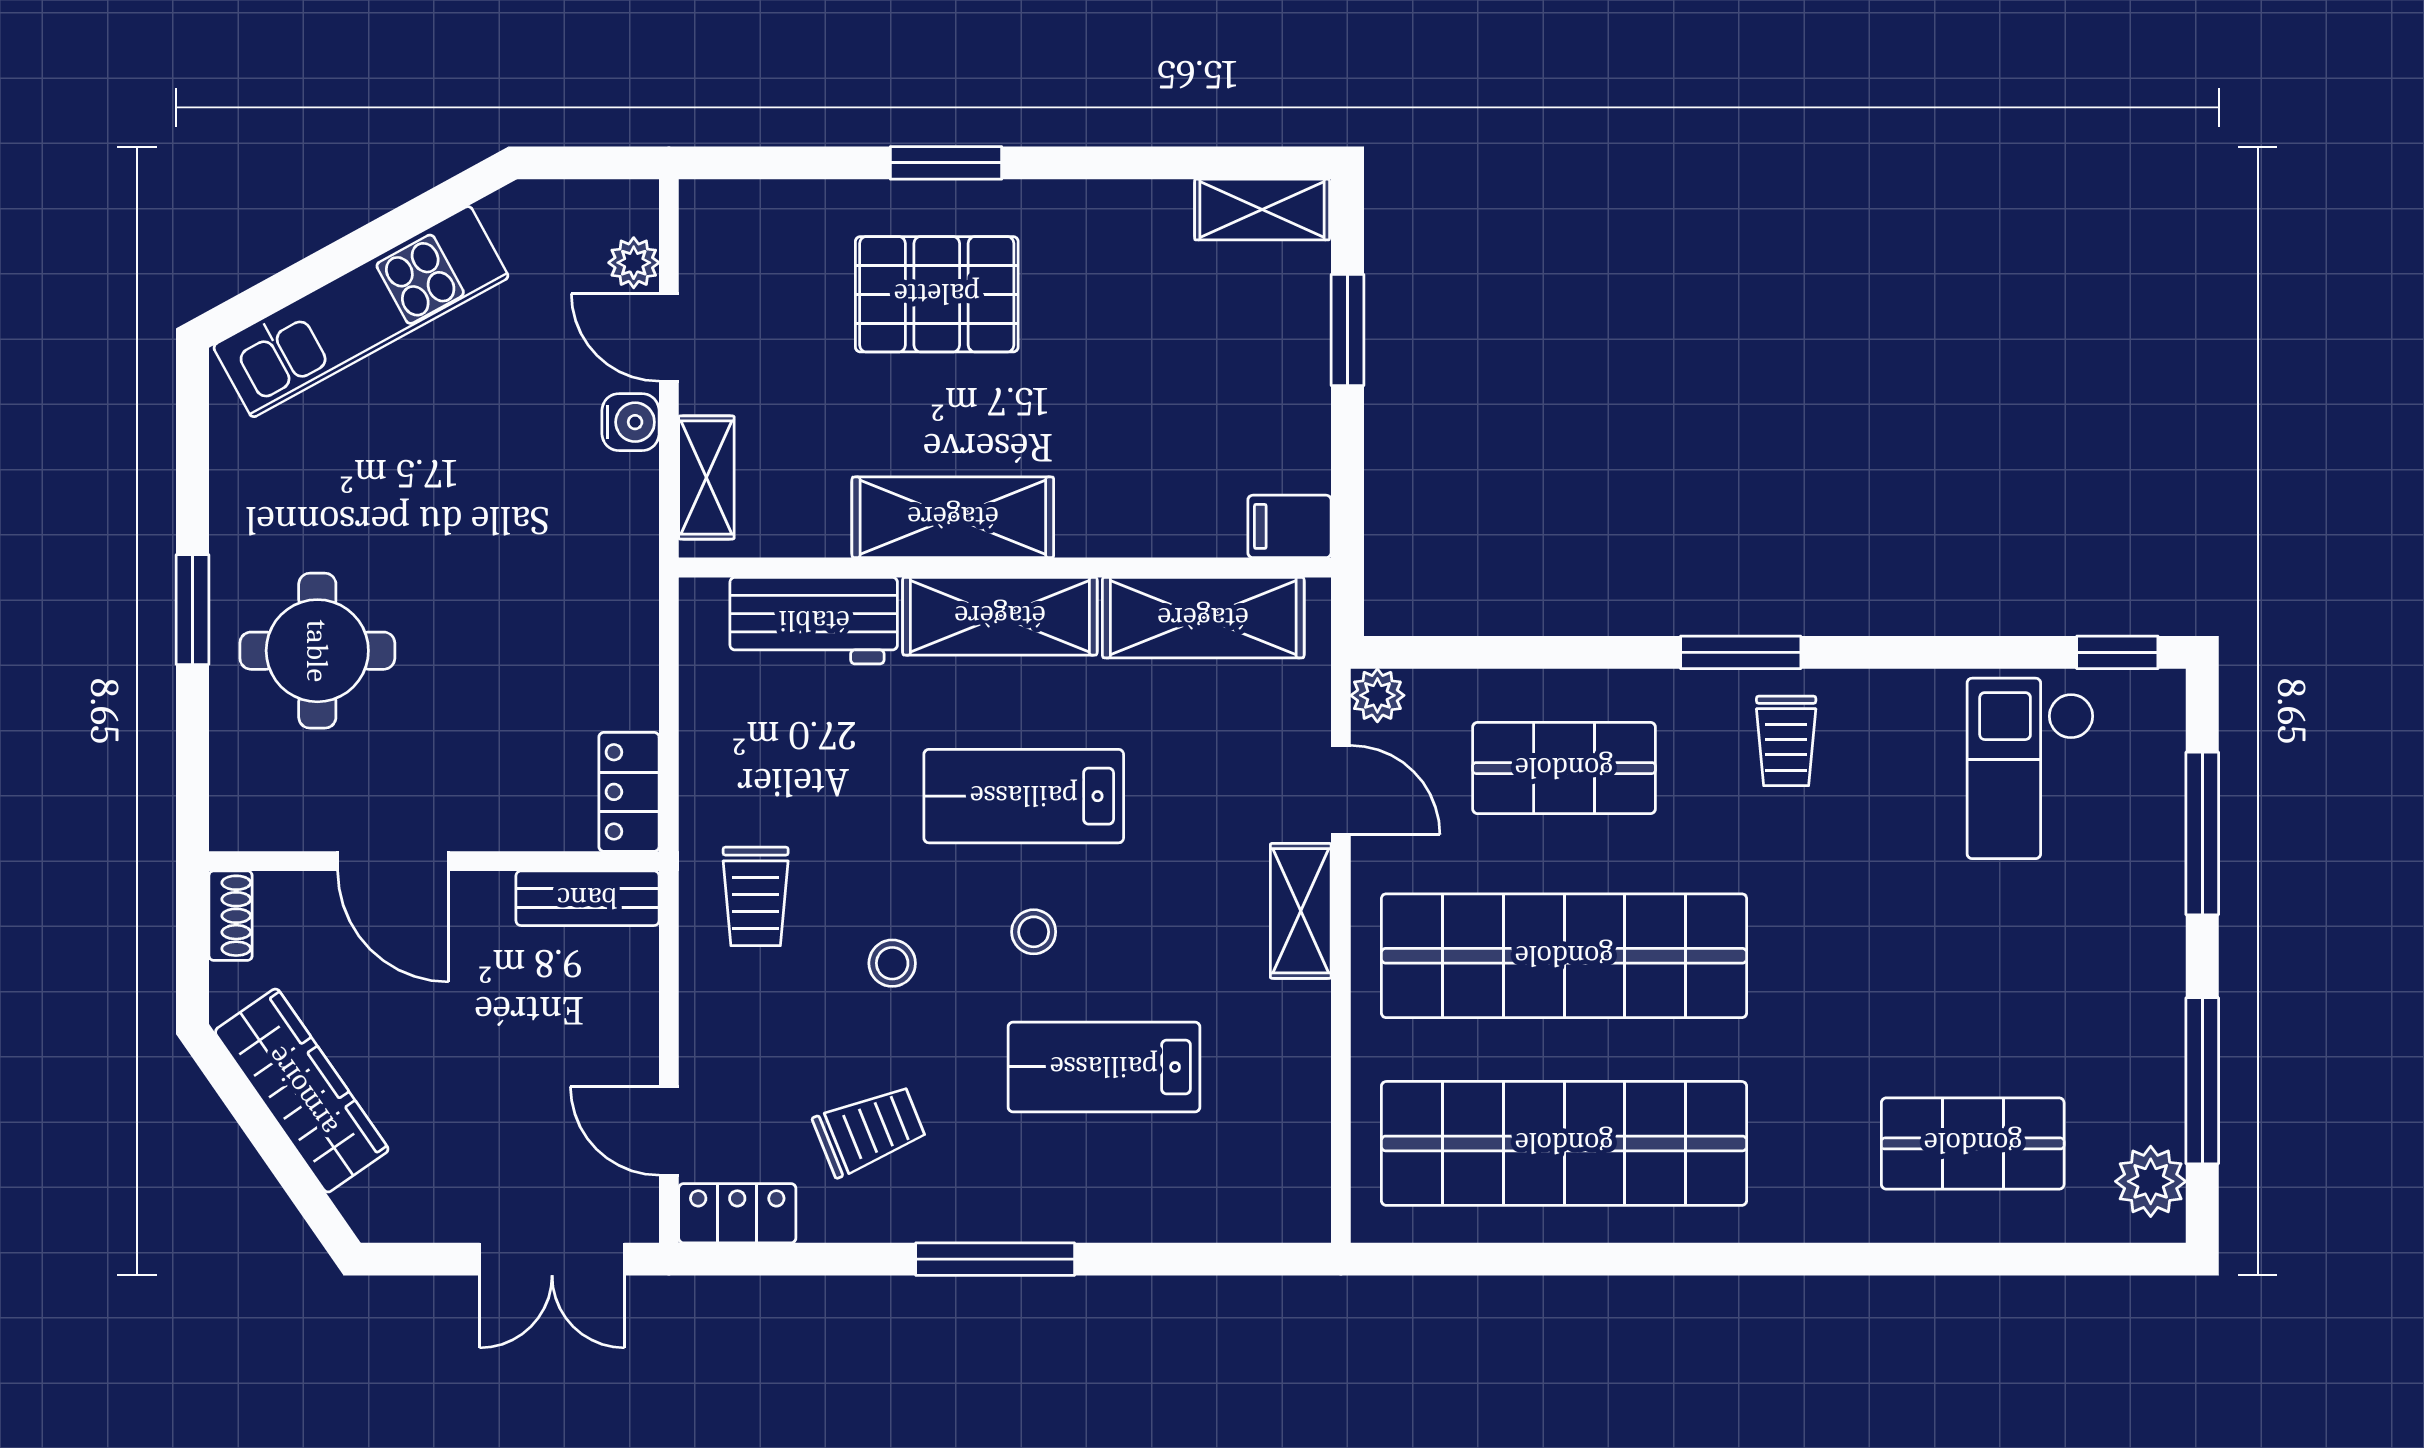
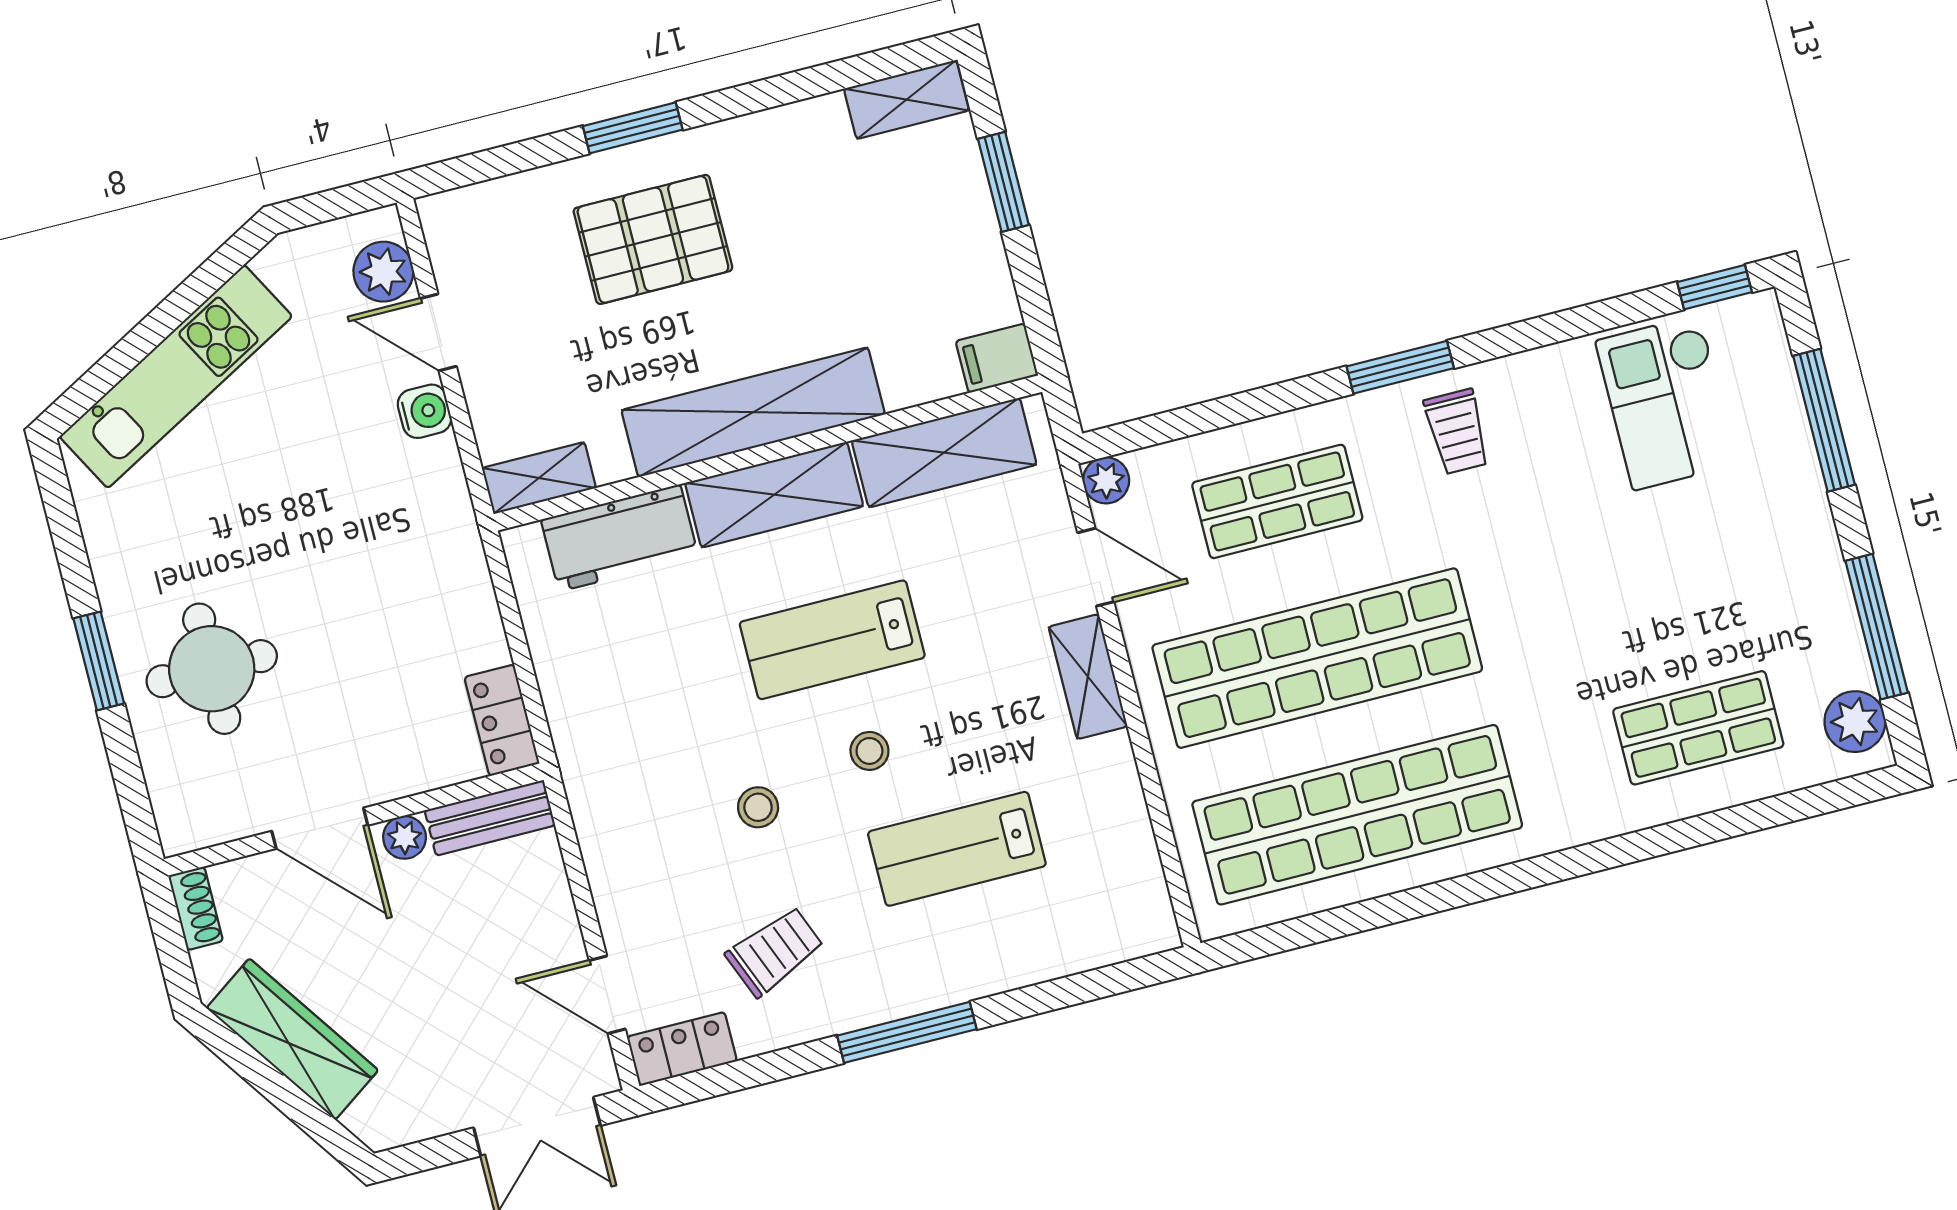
plant: (634, 263) -> (383, 272), width x1.38, depth x1.38
shelving: (706, 477) -> (539, 478), moved, turned 90
shelving: (953, 517) -> (753, 412), width x1.47
plant: (486, 896) -> (405, 837), added
trolley: (756, 896) -> (630, 781), removed

